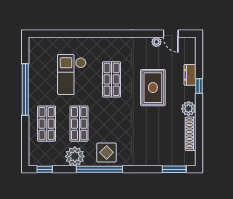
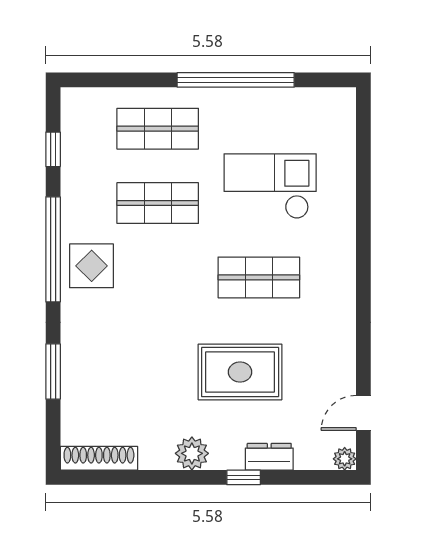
plant: (156, 42) -> (345, 459), moved
shoe rack: (191, 134) -> (99, 458), moved
plant: (75, 156) -> (83, 193), removed
window: (45, 169) -> (53, 149), moved
window: (174, 169) -> (53, 372), moved

